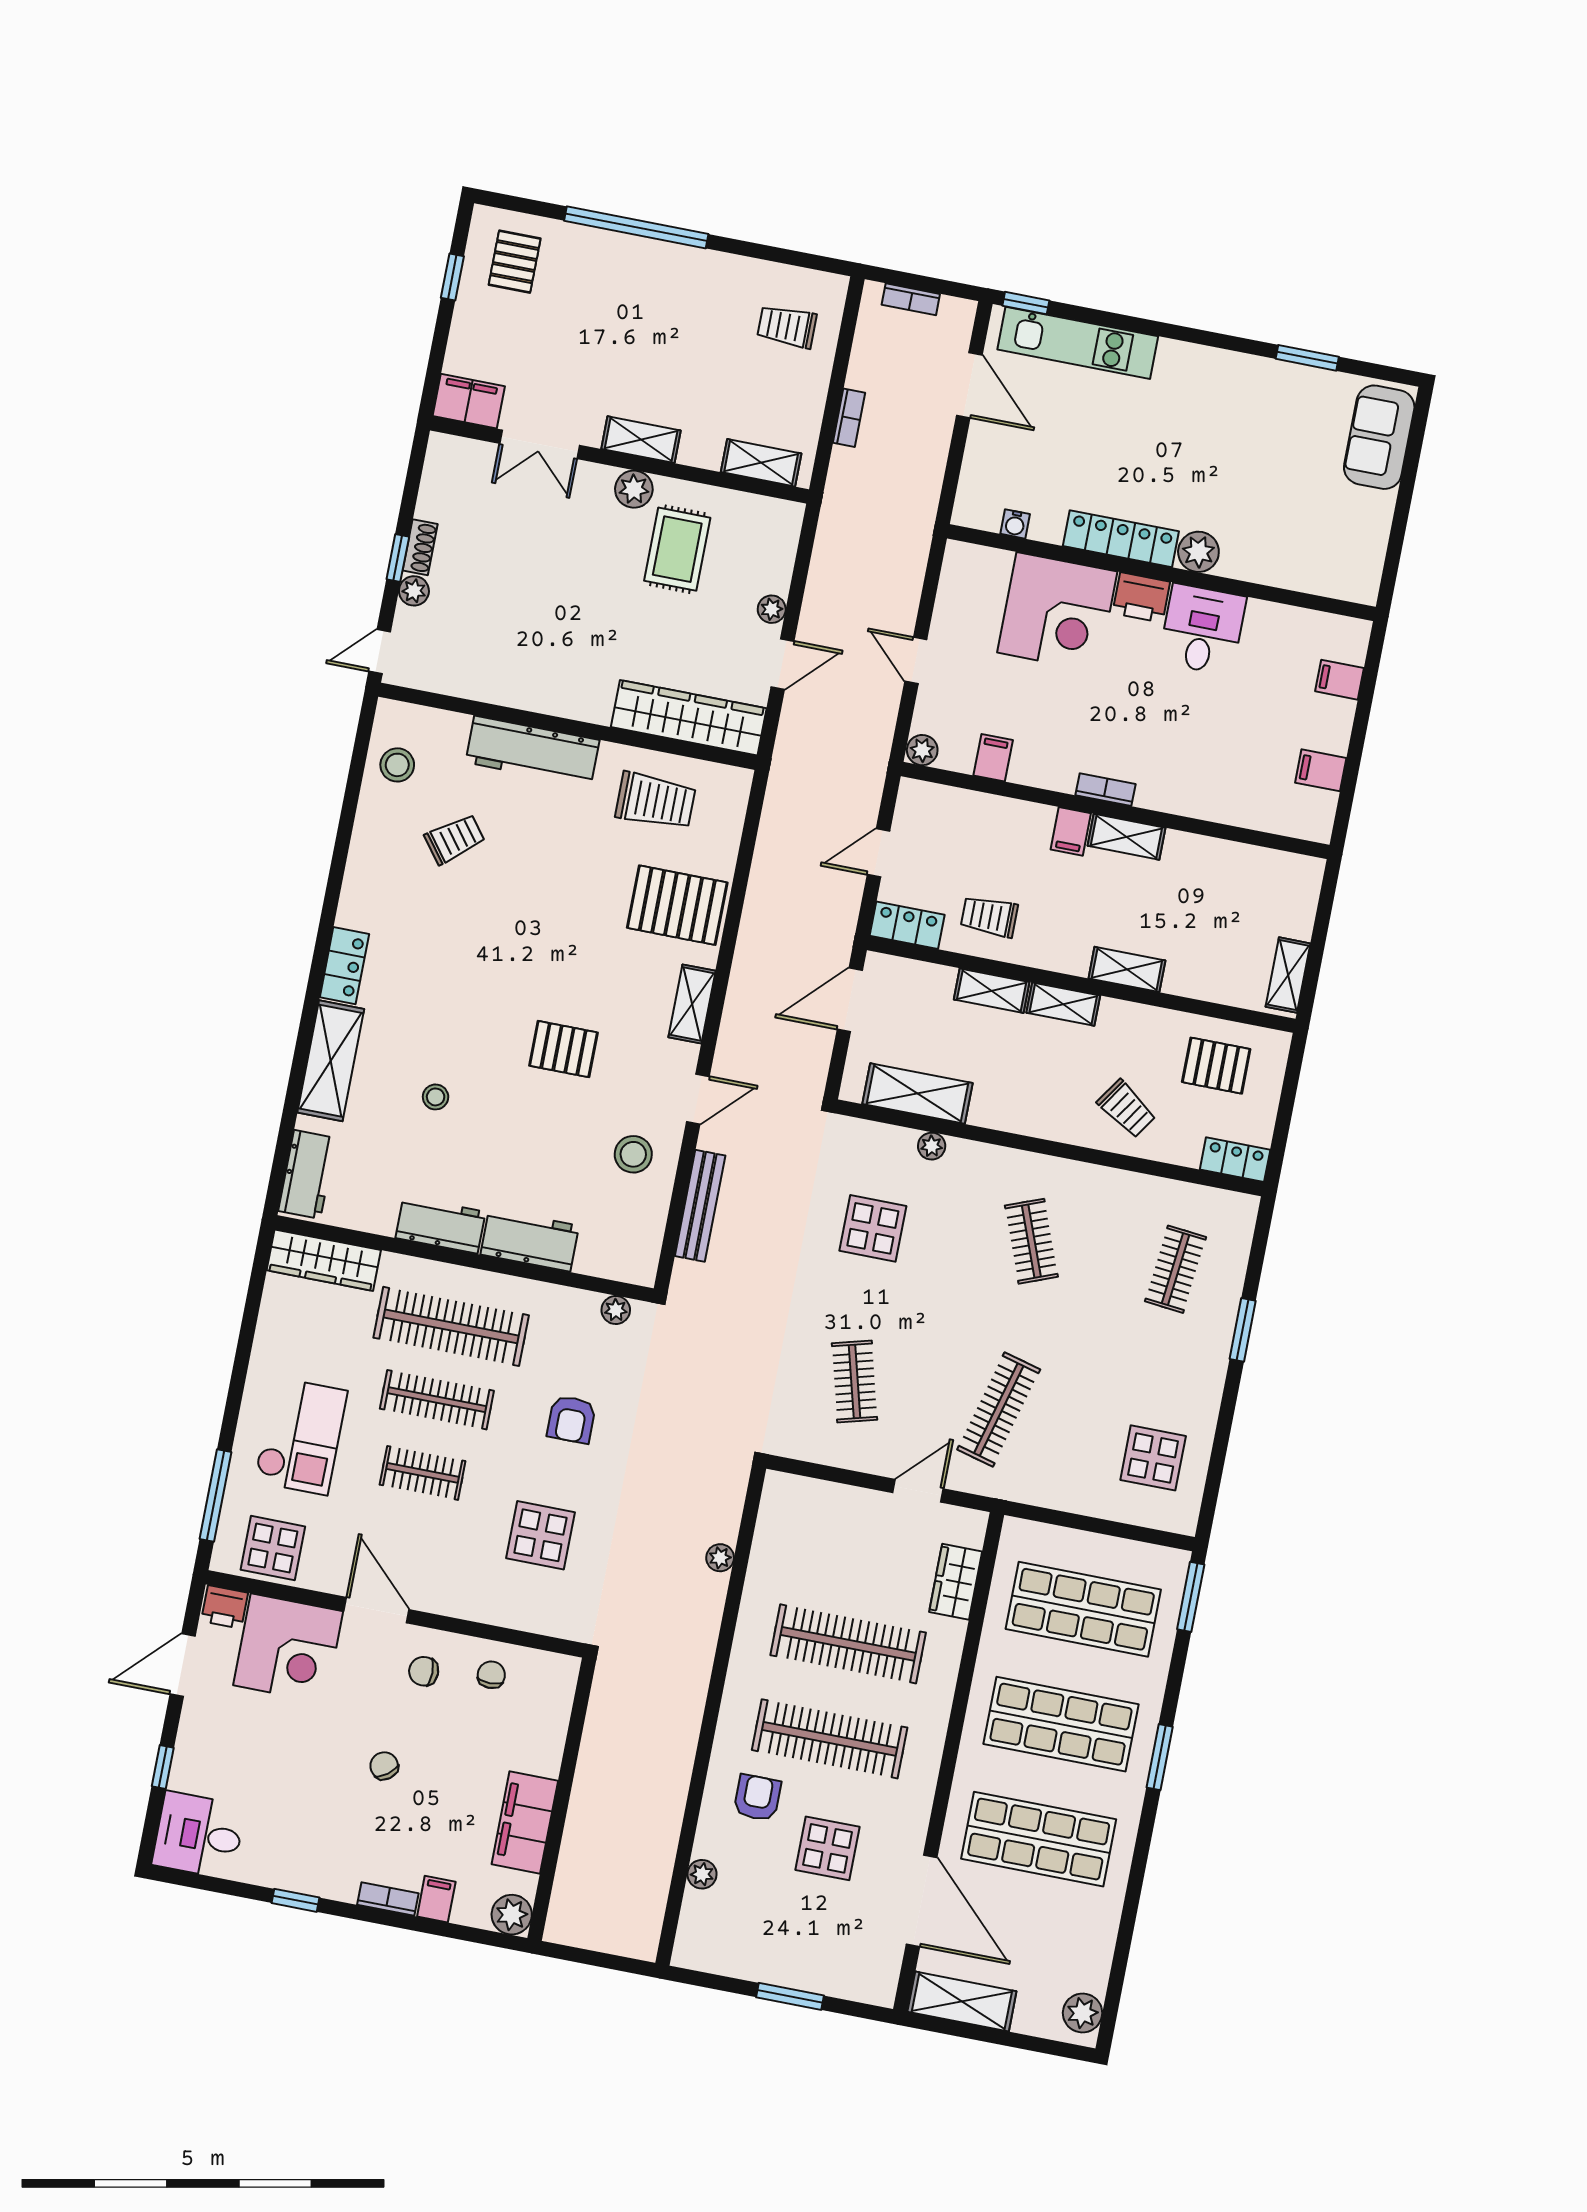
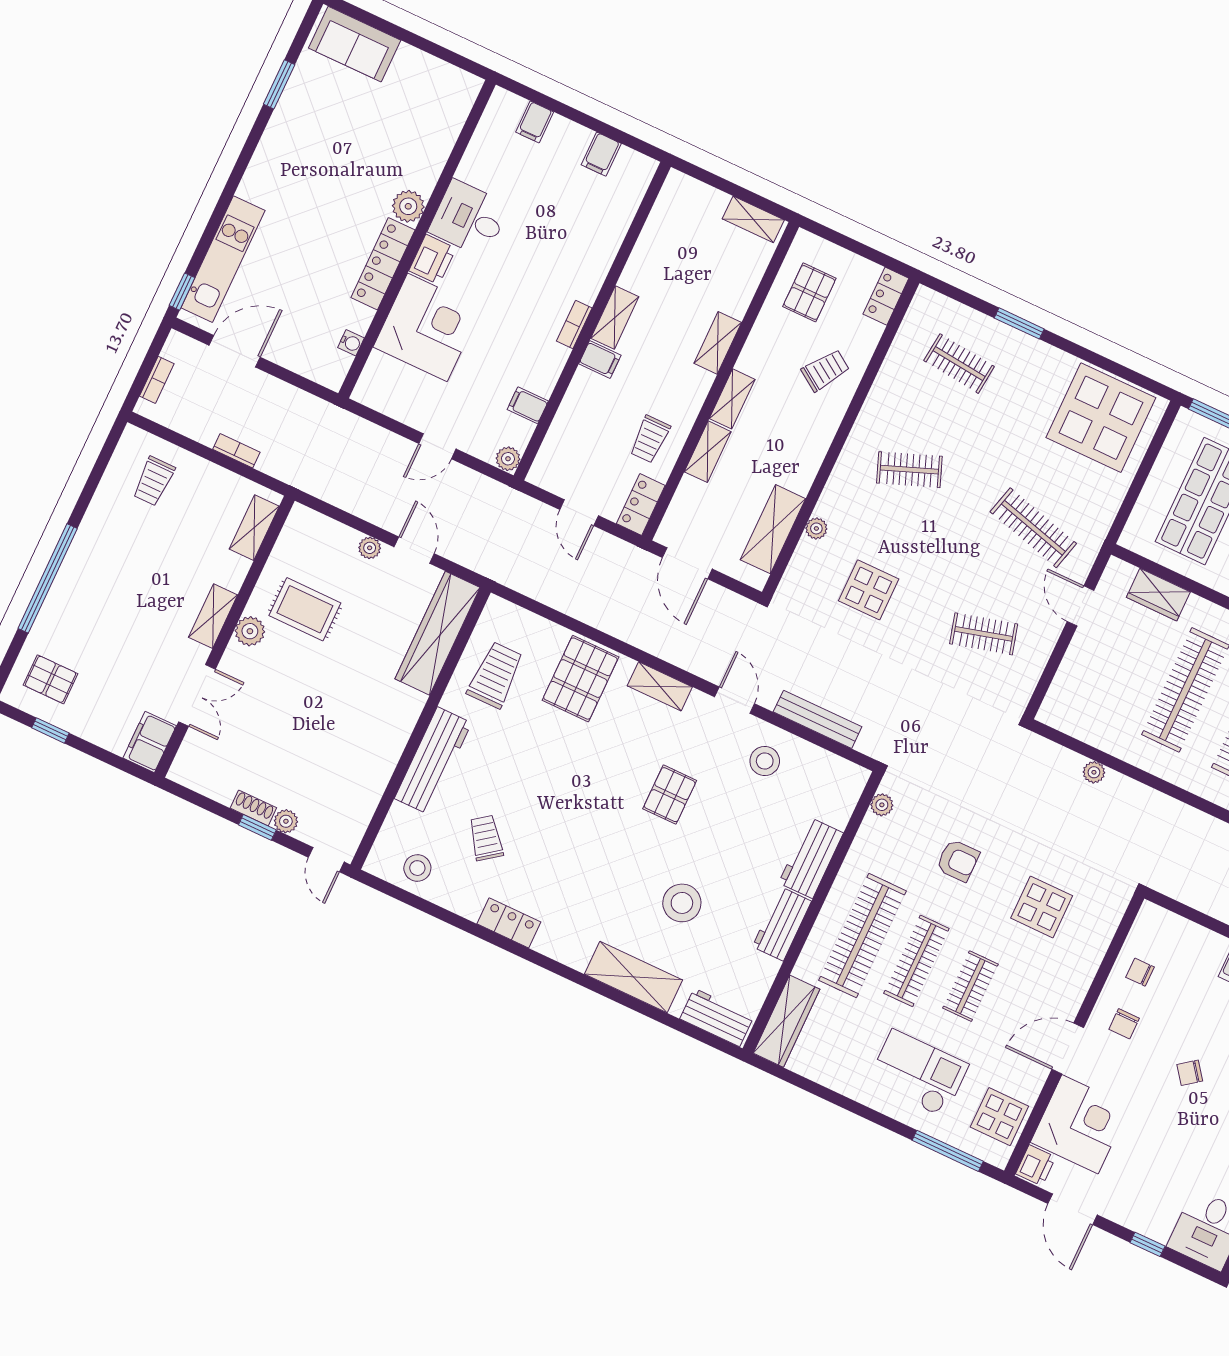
locker: (344, 966) -> (509, 923), moved
stool: (436, 1097) -> (682, 903), width x1.89, depth x1.89
display table: (1153, 1458) -> (1101, 418), width x1.86, depth x1.86

